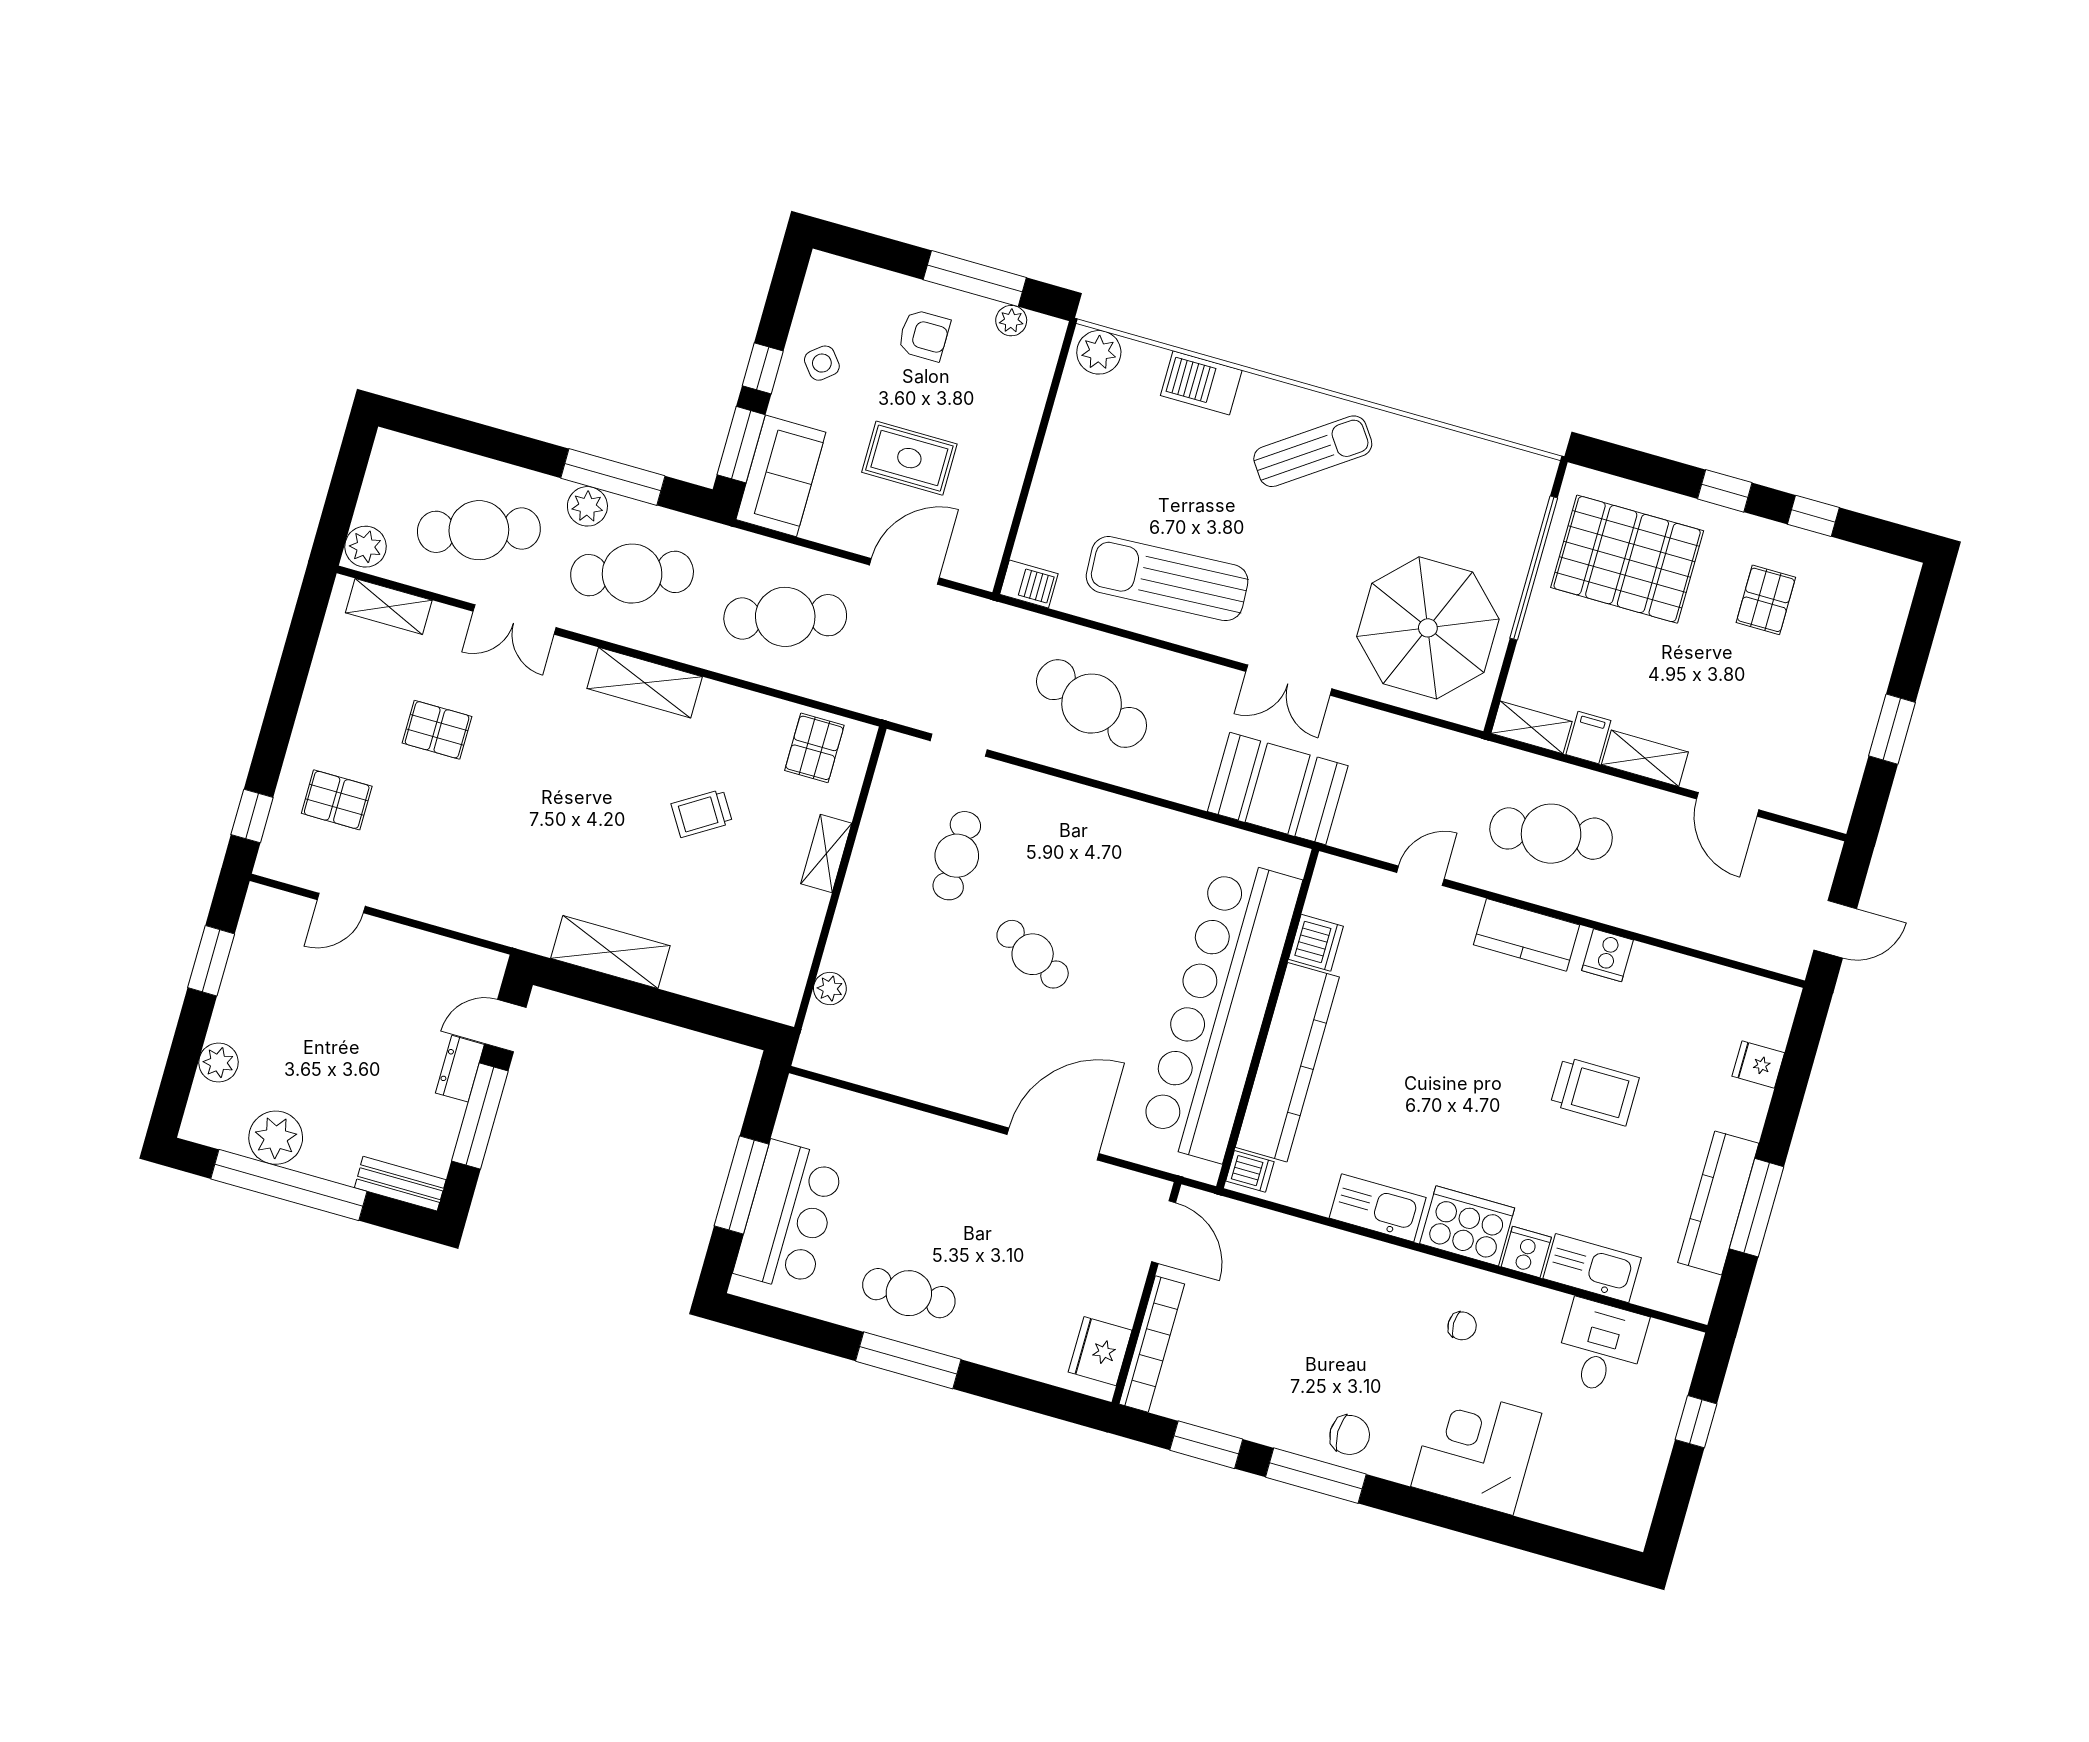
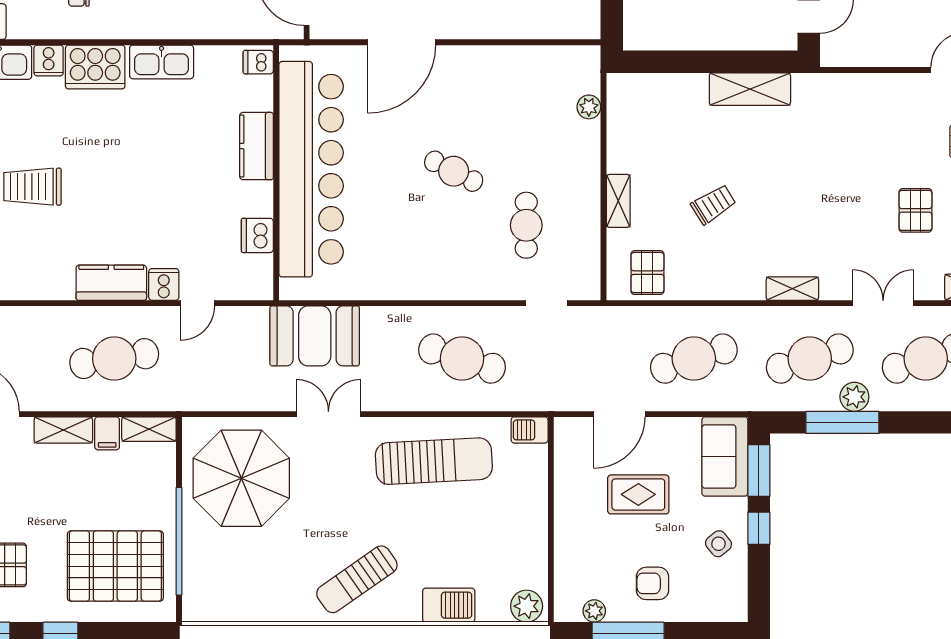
shelving: (645, 683) -> (792, 289), width x0.67, depth x0.75
pallet: (437, 730) -> (915, 210), turned 90
cooker: (1608, 955) -> (164, 284), moved
kitchen counter: (1287, 1062) -> (257, 146), width x0.48, depth x0.86

